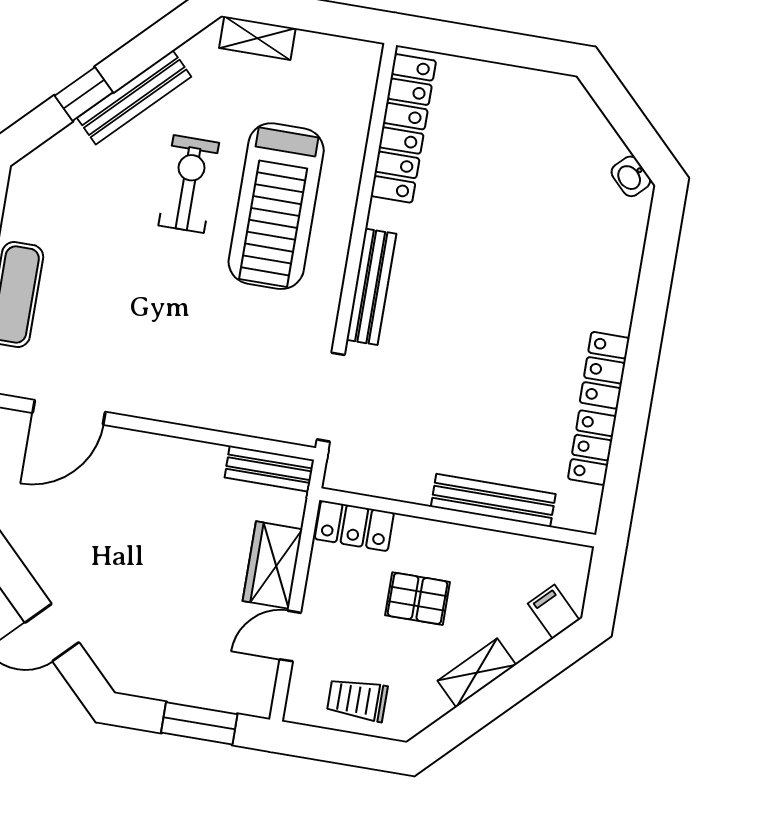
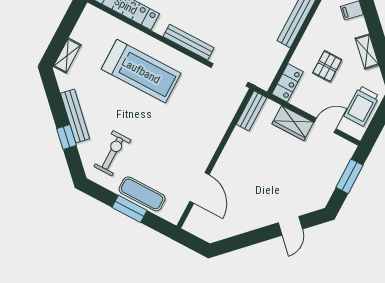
exercise bike: (189, 184) -> (112, 153), moved, turned 90
door: (290, 636) -> (325, 125), swing flipped
trolley: (357, 700) -> (362, 106), width x1.36, depth x1.39

